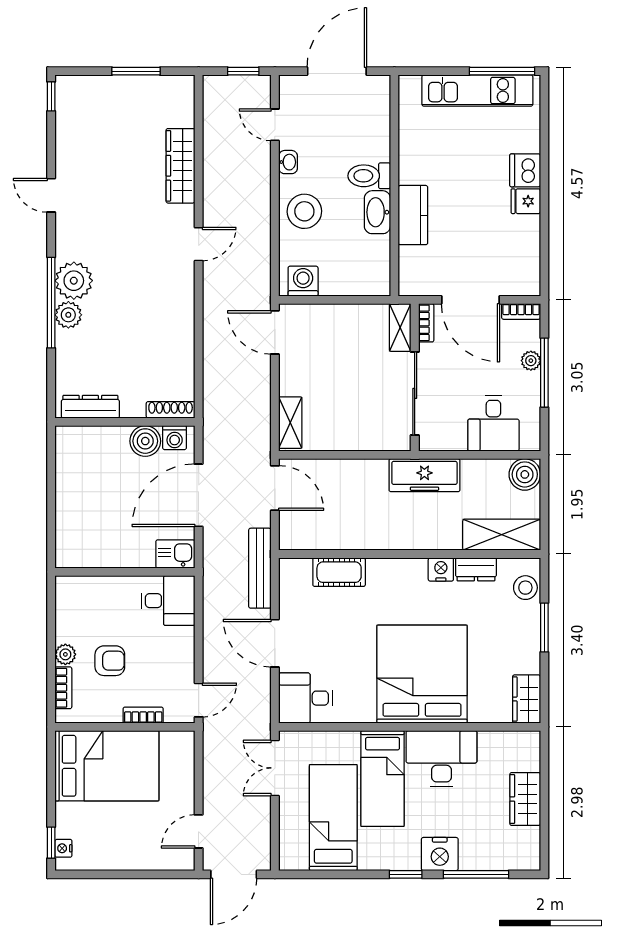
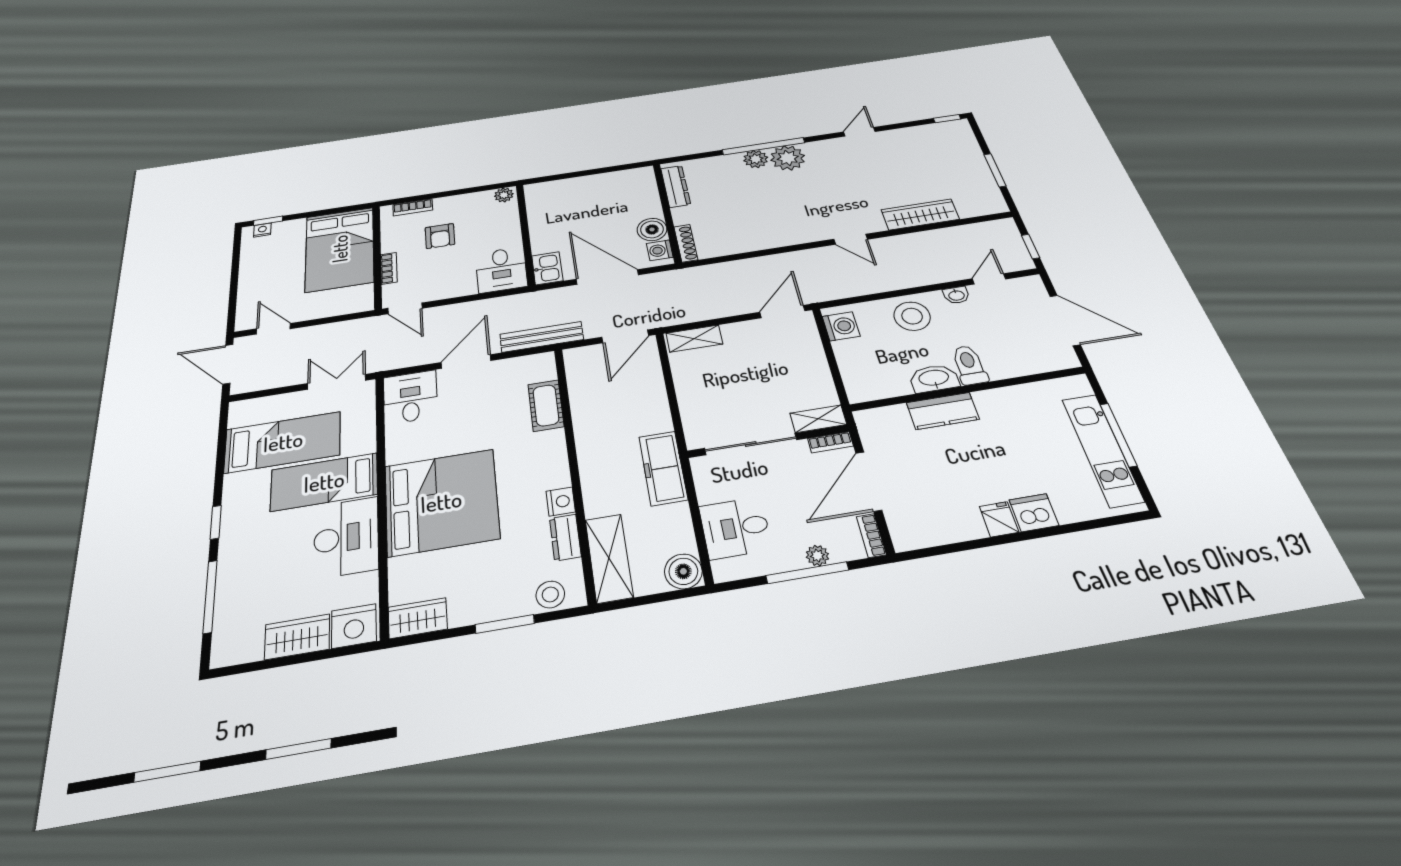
window: (502, 71) -> (1118, 435), moved
plant: (65, 654) -> (504, 195), moved
nightstand: (440, 854) -> (354, 626), moved, turned -90

